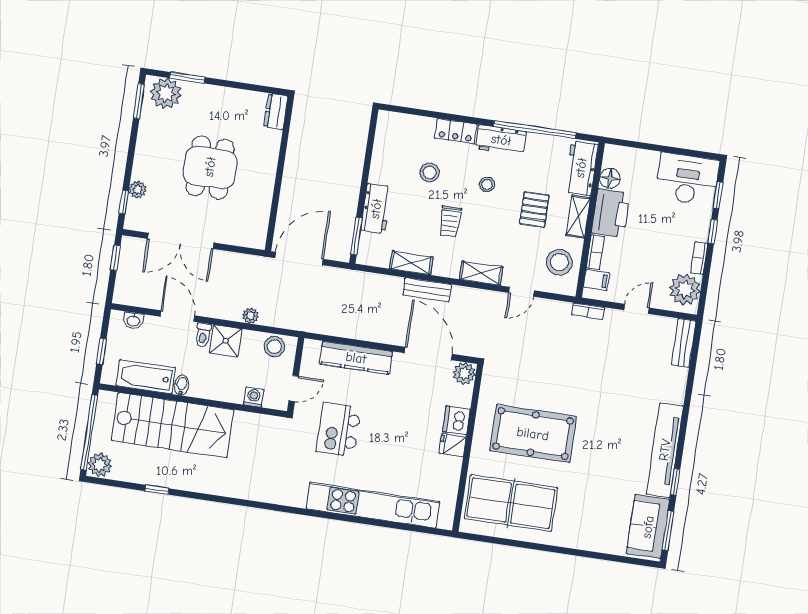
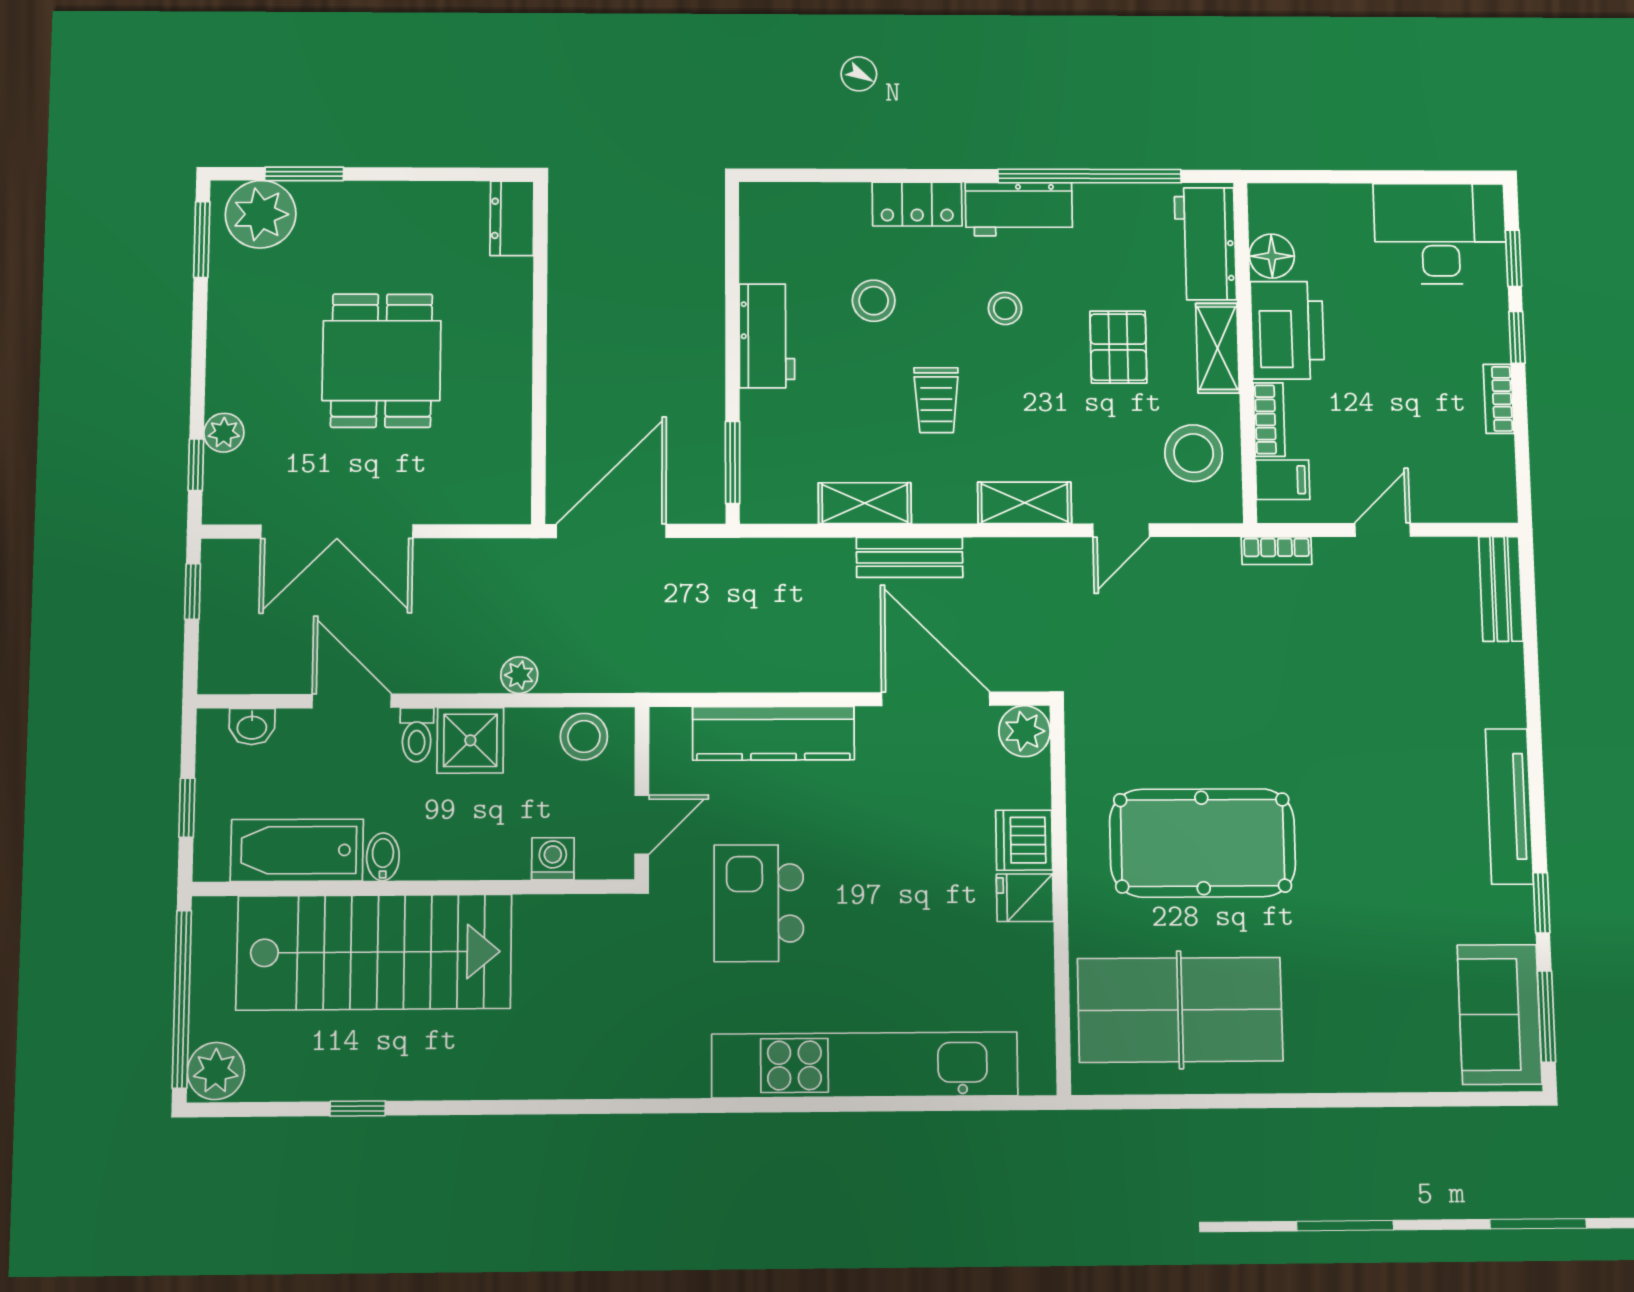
workbench: (376, 209) -> (767, 336), moved
plant: (685, 290) -> (1481, 472), removed
tv unit: (665, 450) -> (1509, 806), width x0.73, depth x0.78

